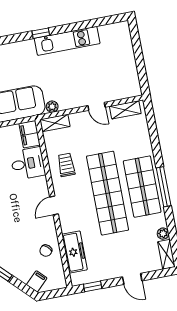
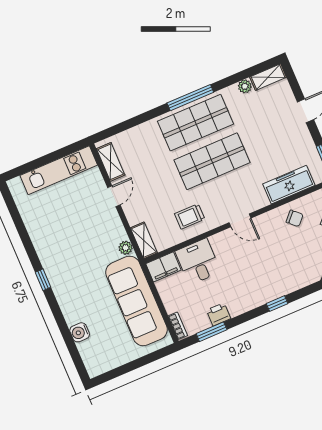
kitchen unit: (67, 41) -> (59, 170), moved, turned 90
shop shelf: (108, 193) -> (212, 161), width x0.71

